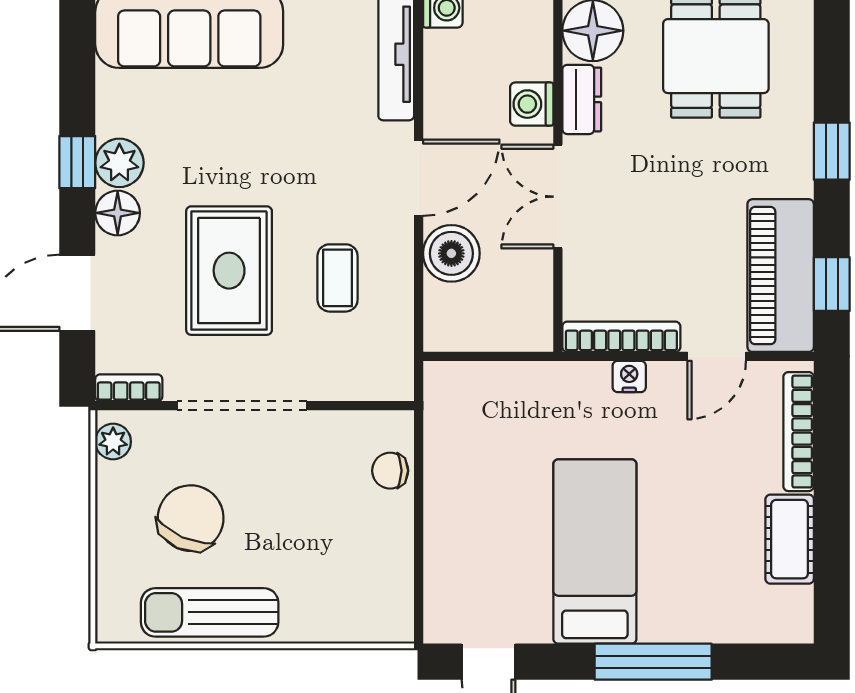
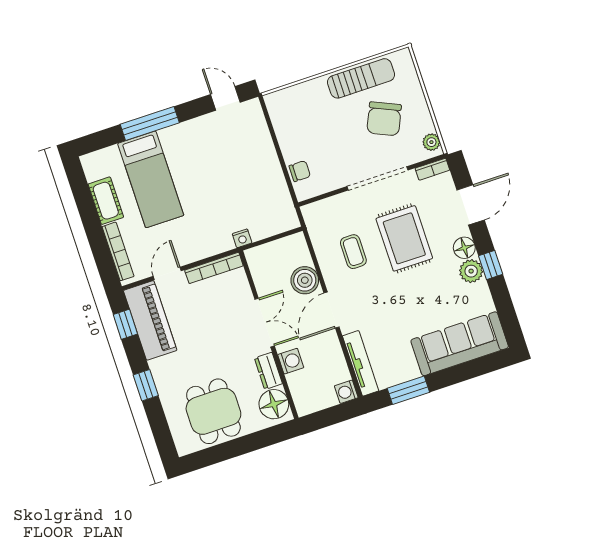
nightstand: (629, 376) -> (242, 238), moved
bed: (595, 552) -> (151, 179), moved

